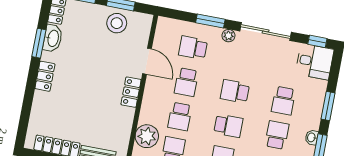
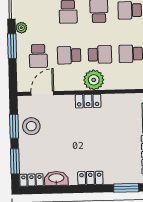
window: (39, 43) -> (126, 188), moved
door: (147, 61) -> (42, 93), moved
school desk: (186, 82) -> (69, 55), turned 180
plant: (147, 136) -> (94, 80), moved

